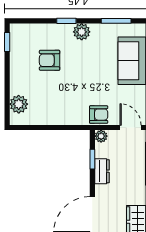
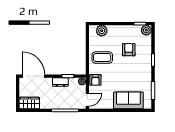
plant: (82, 32) -> (146, 30), moved
coffee table: (62, 103) -> (102, 58), added

